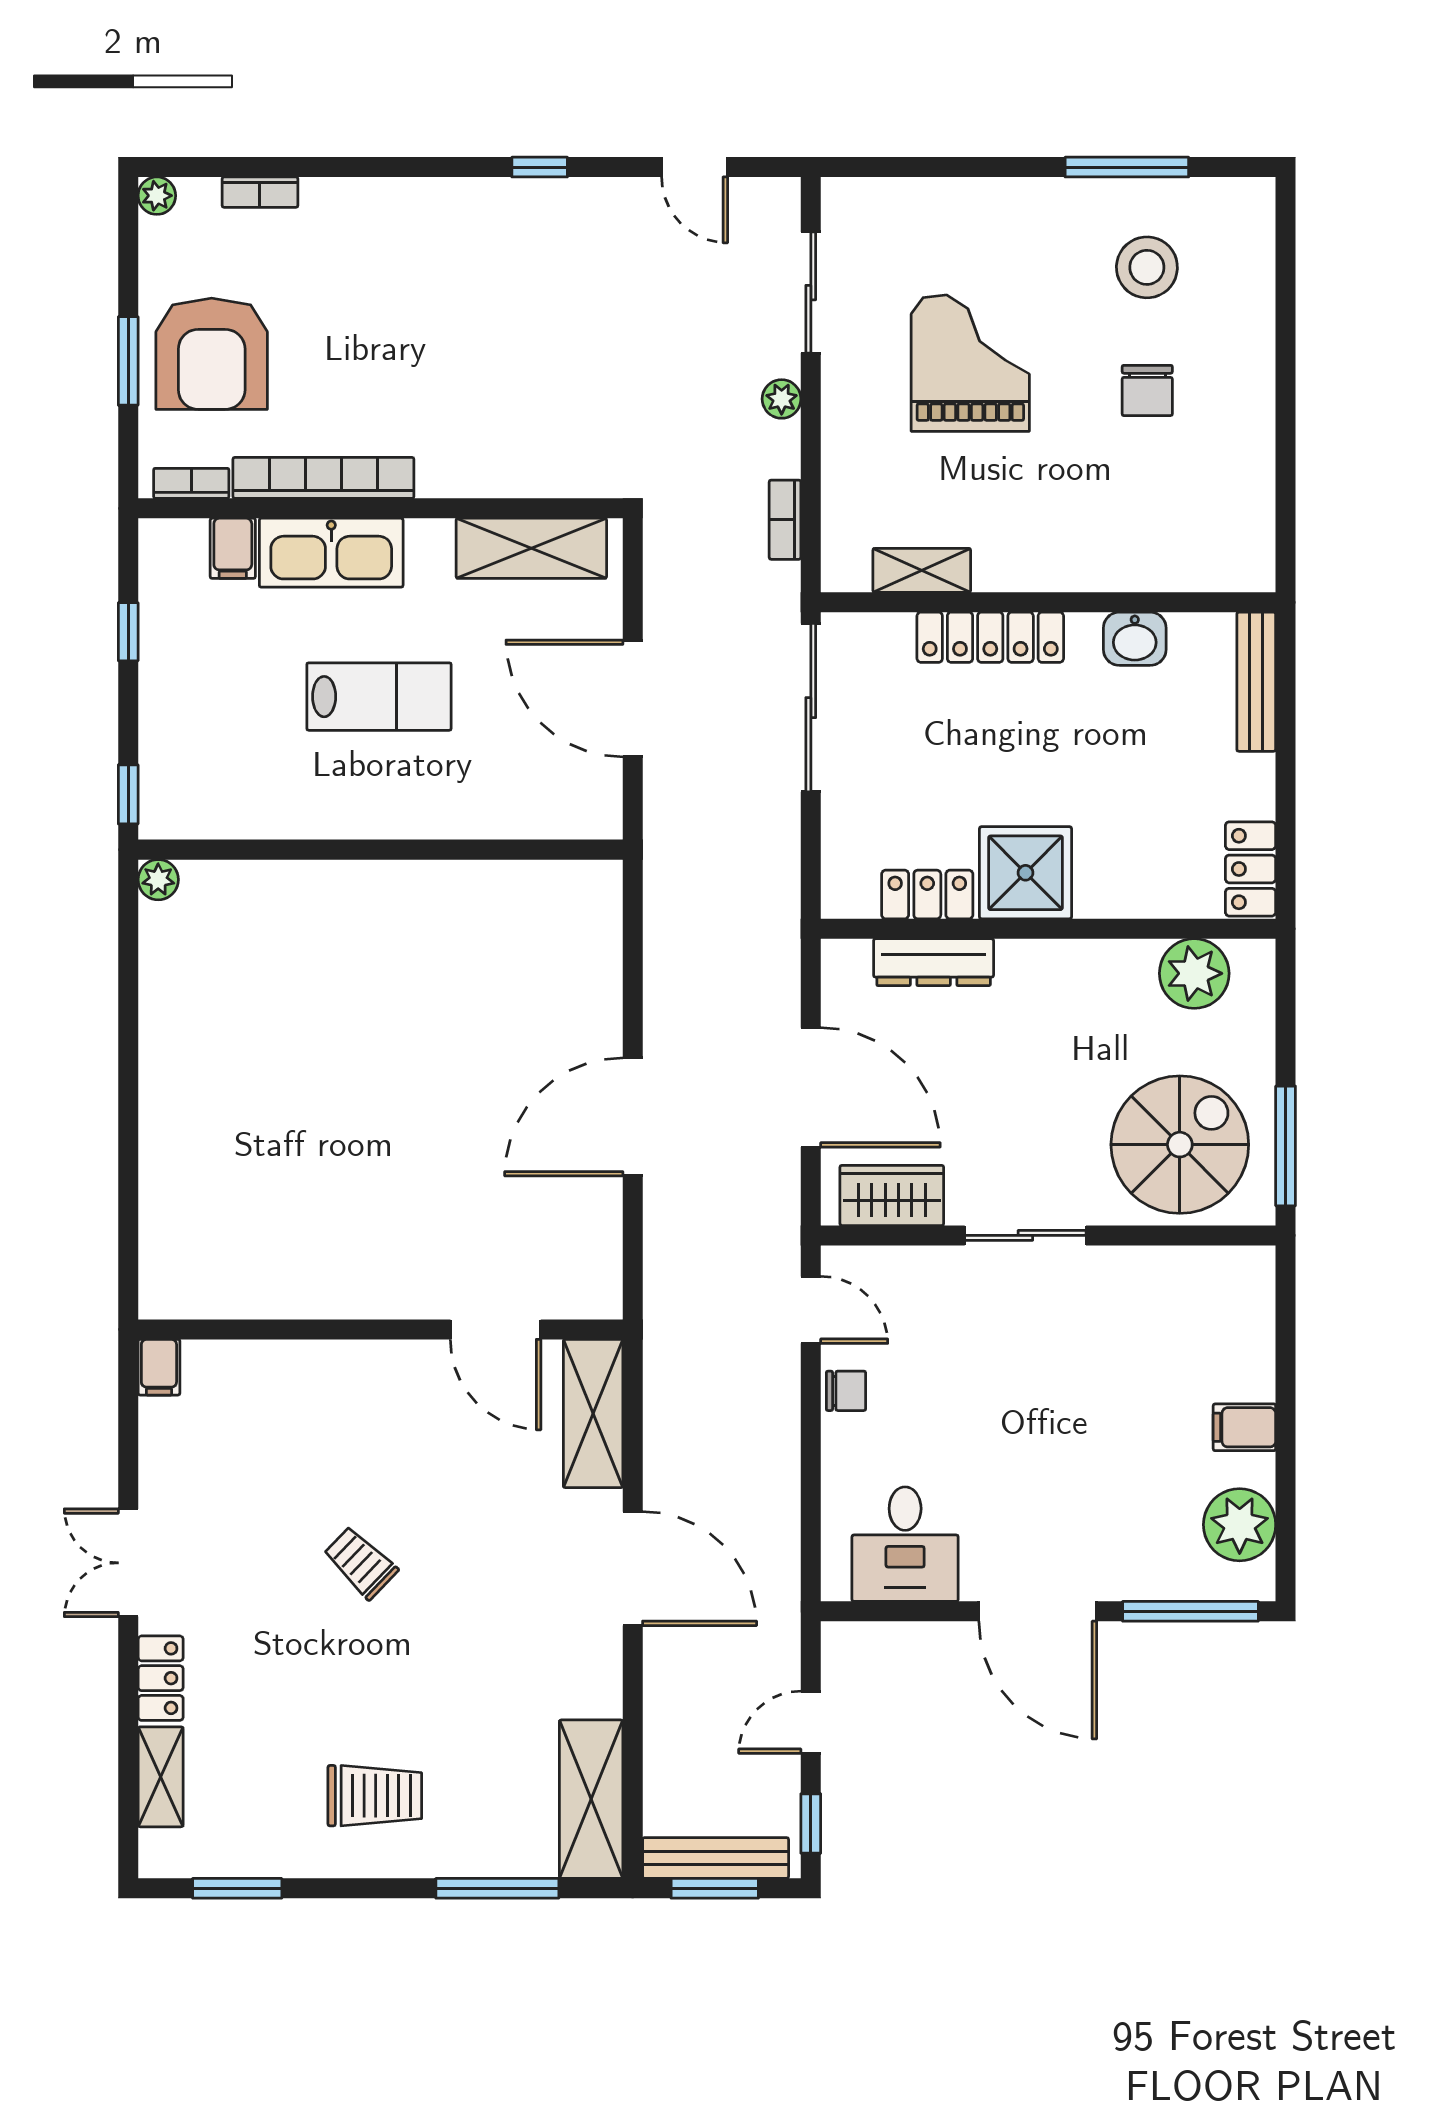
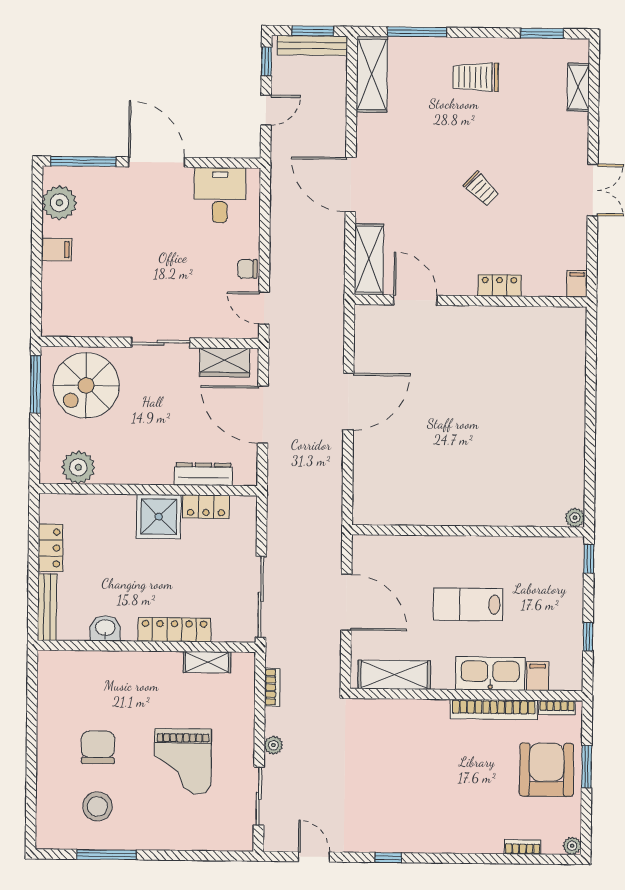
chair: (1147, 390) -> (98, 747), width x1.37, depth x1.37
locker: (1251, 869) -> (50, 548), moved
locker: (161, 1678) -> (500, 285), moved, turned 90

